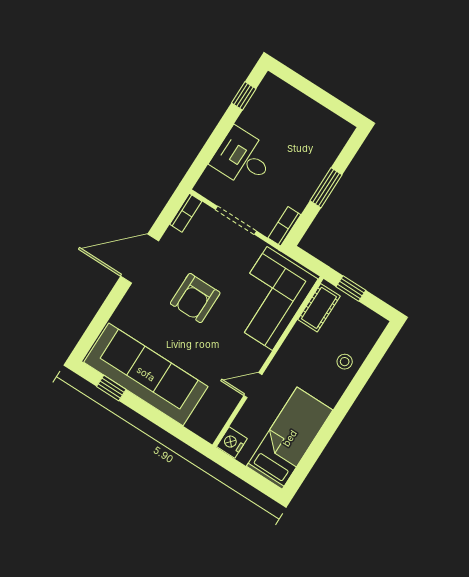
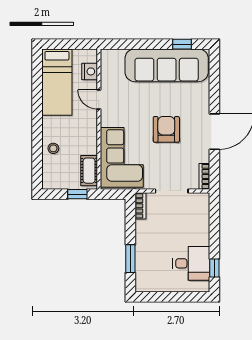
desk: (243, 158) -> (191, 263), moved
window: (326, 188) -> (130, 259), moved
door: (253, 385) -> (99, 100), swing flipped
nightstand: (232, 442) -> (90, 71), moved

